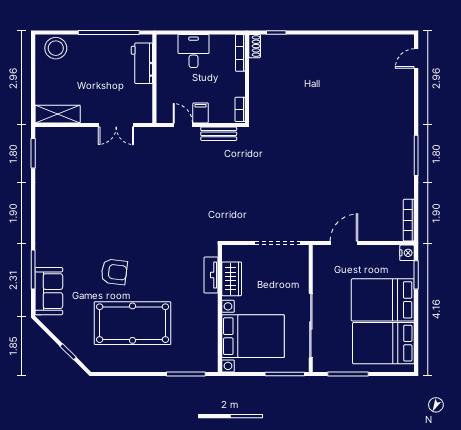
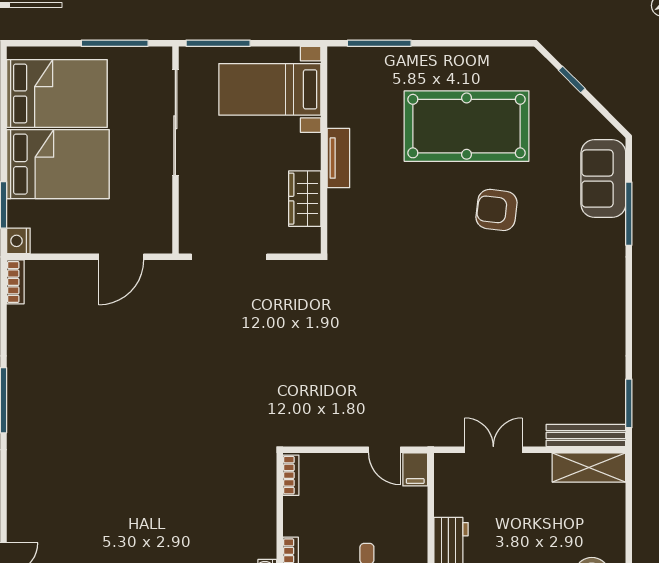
filing cabinet: (201, 113) -> (415, 469), moved
bench: (219, 134) -> (586, 435), moved, width x1.36
bookcase: (409, 220) -> (15, 282), width x0.64
tv unit: (211, 275) -> (338, 158), moved
bed with nightstands: (253, 336) -> (270, 89), width x0.73

